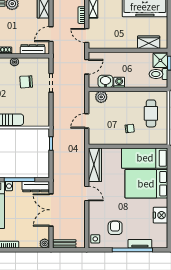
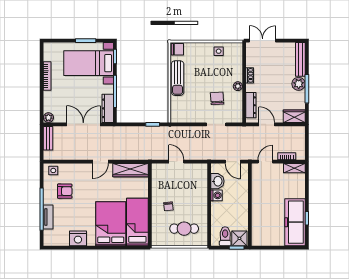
wardrobe: (149, 42) -> (258, 226), removed
plant: (101, 97) -> (201, 177), removed

